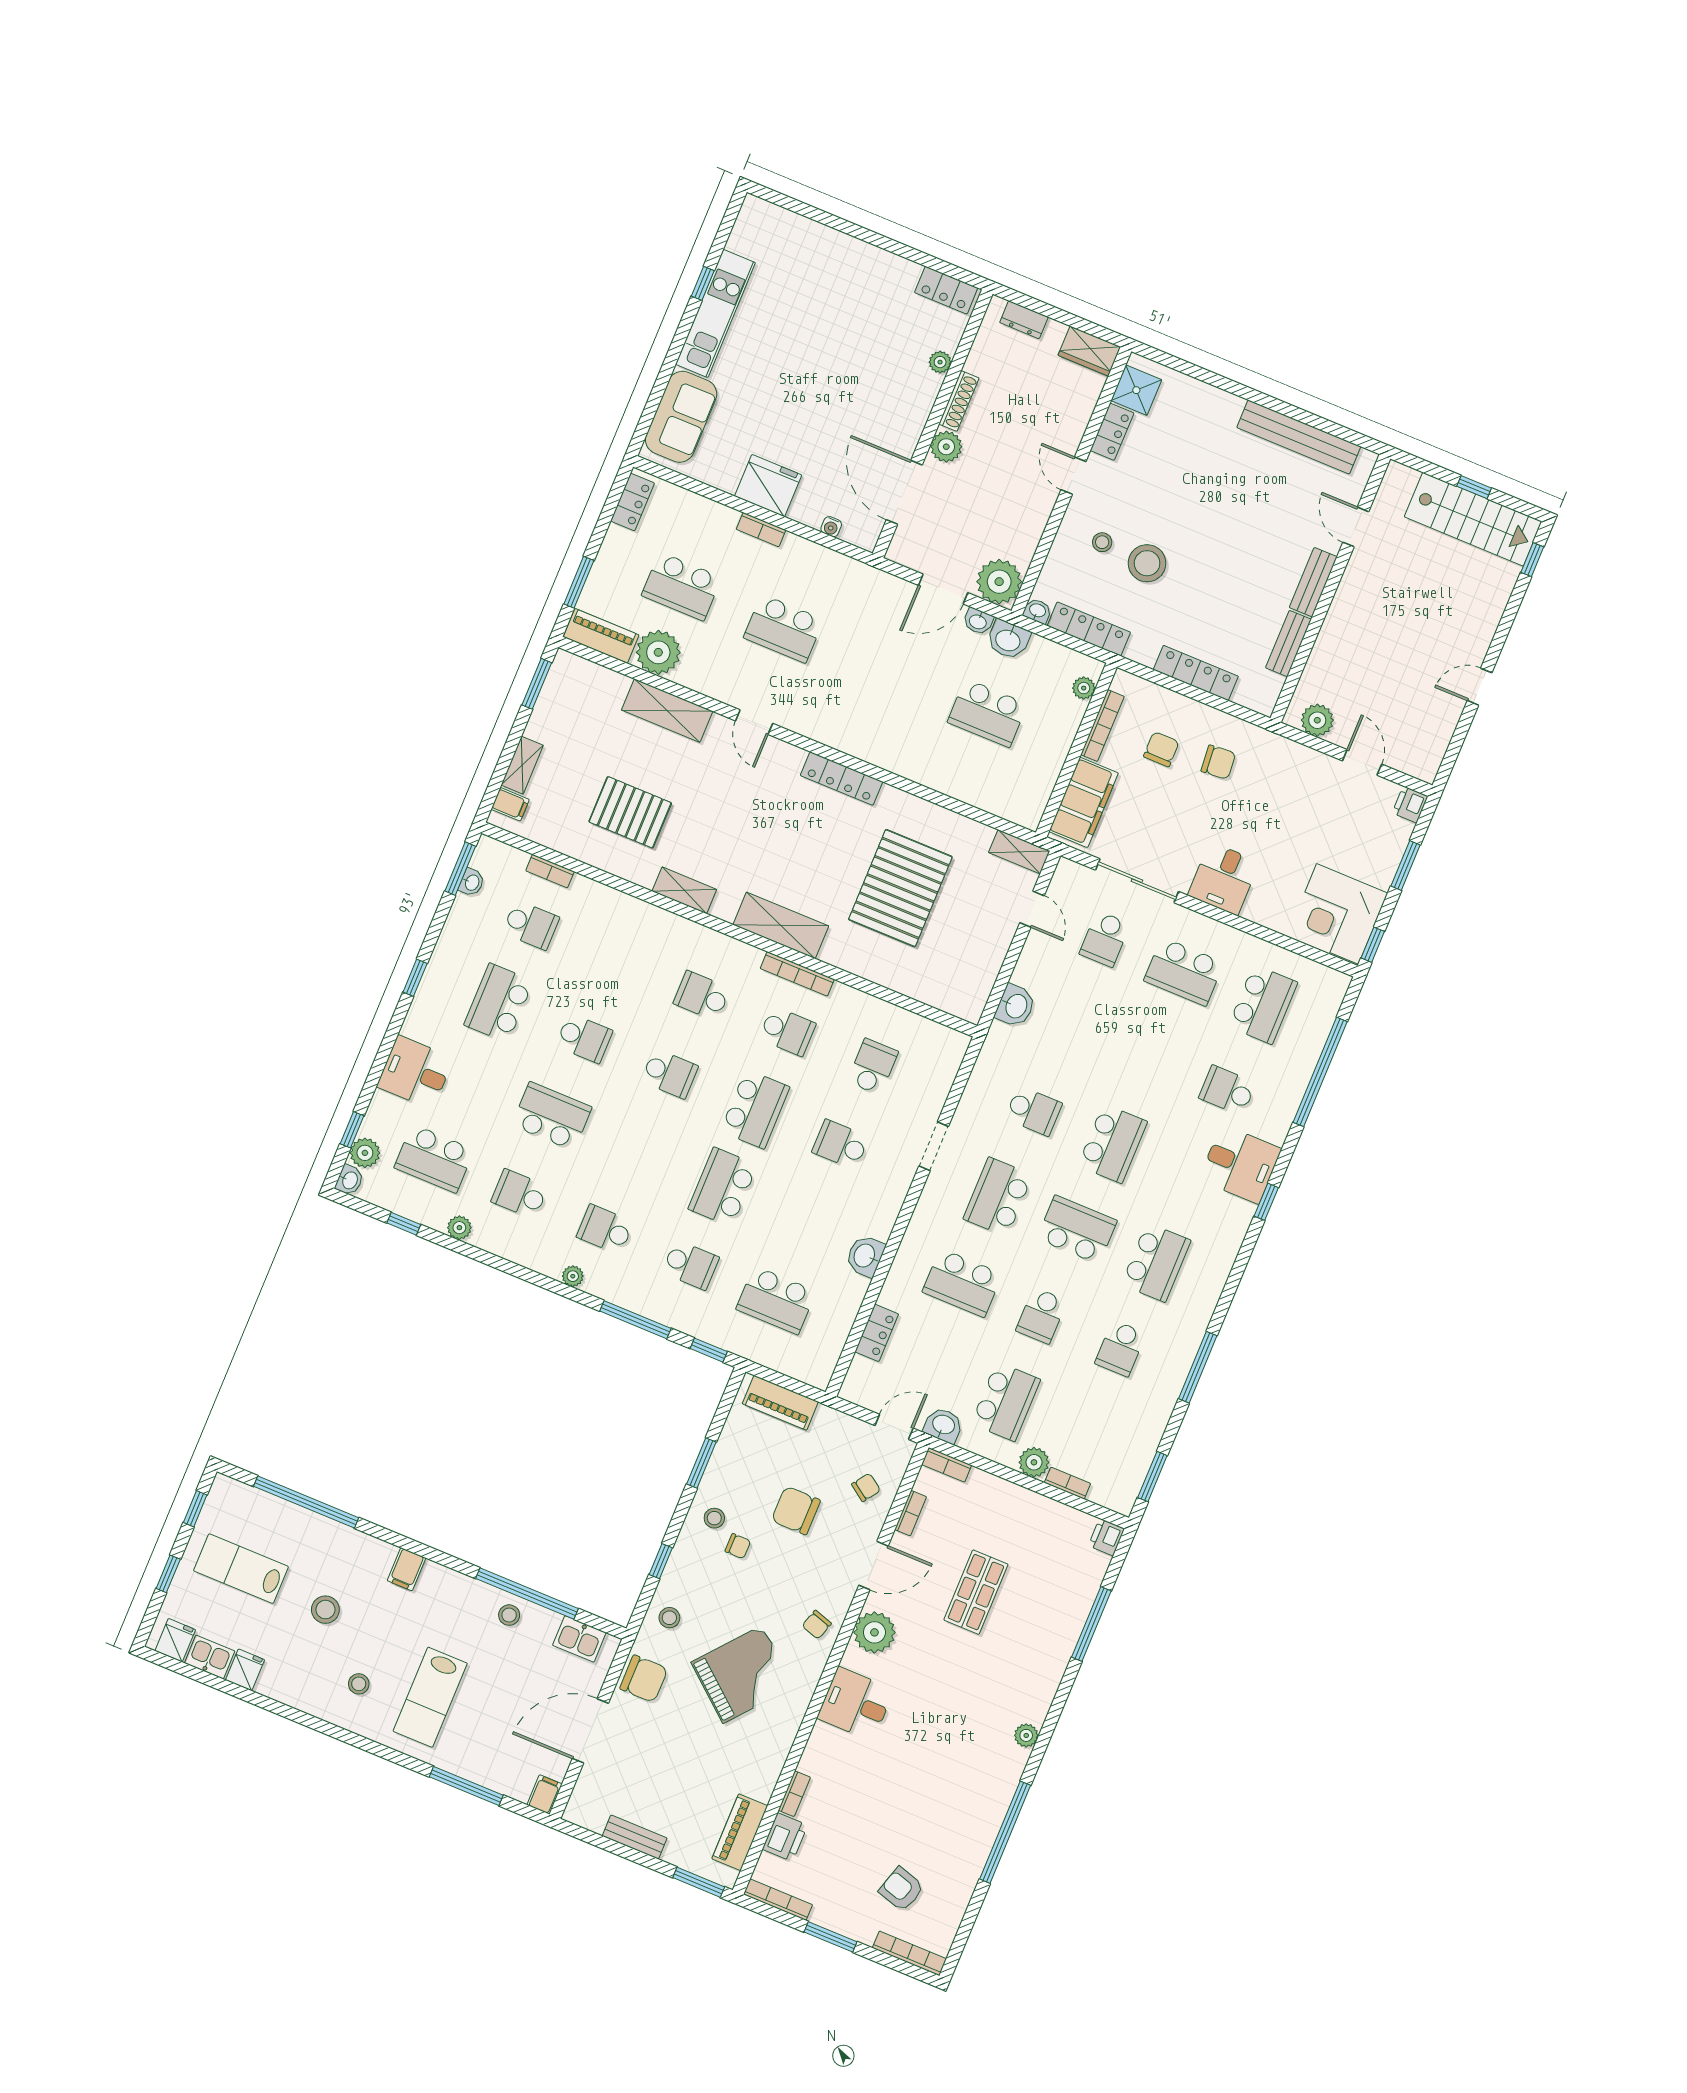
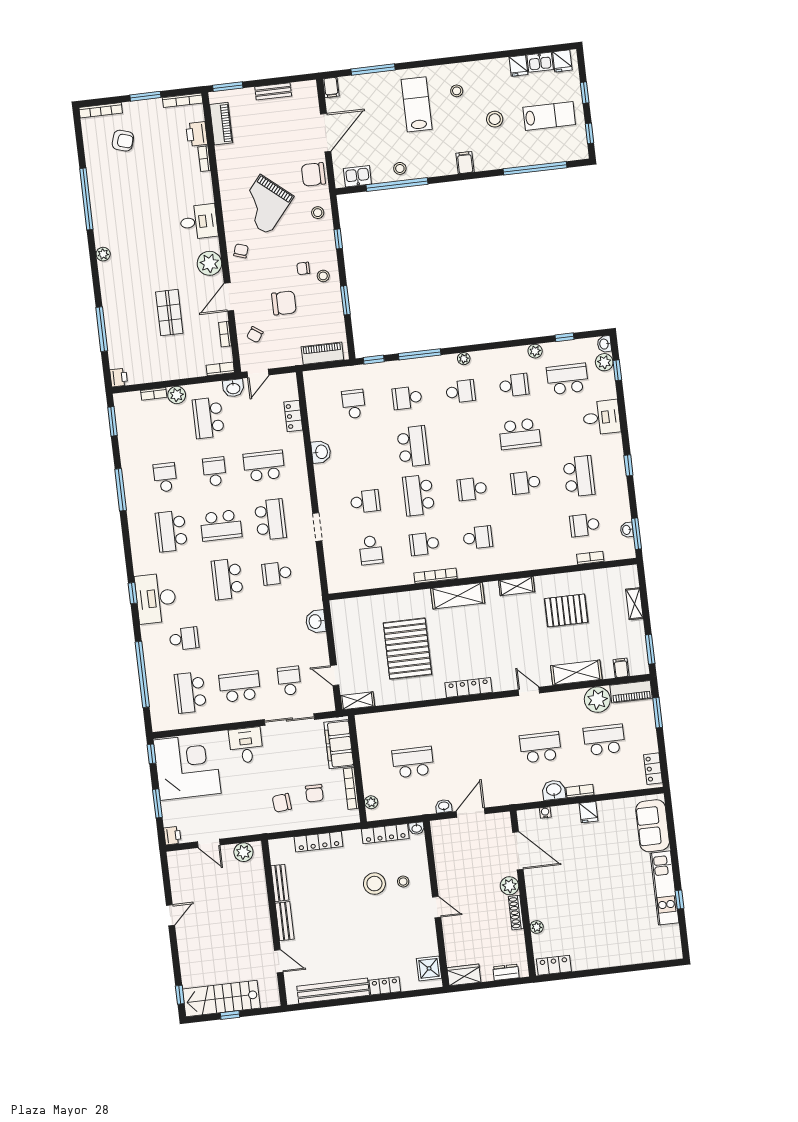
locker: (1112, 432) -> (385, 986), moved, turned 90
fridge: (768, 486) -> (588, 812), width x0.53, depth x0.75
plant: (999, 582) -> (444, 832), removed
washbasin: (1008, 640) -> (554, 790), moved
filing cabinet: (510, 804) -> (621, 668), moved, turned 90
corner desk: (1338, 914) -> (187, 767), width x1.36, depth x1.36
desk: (1240, 1164) -> (156, 598), width x1.37
school desk: (776, 1300) -> (354, 404), width x0.54

